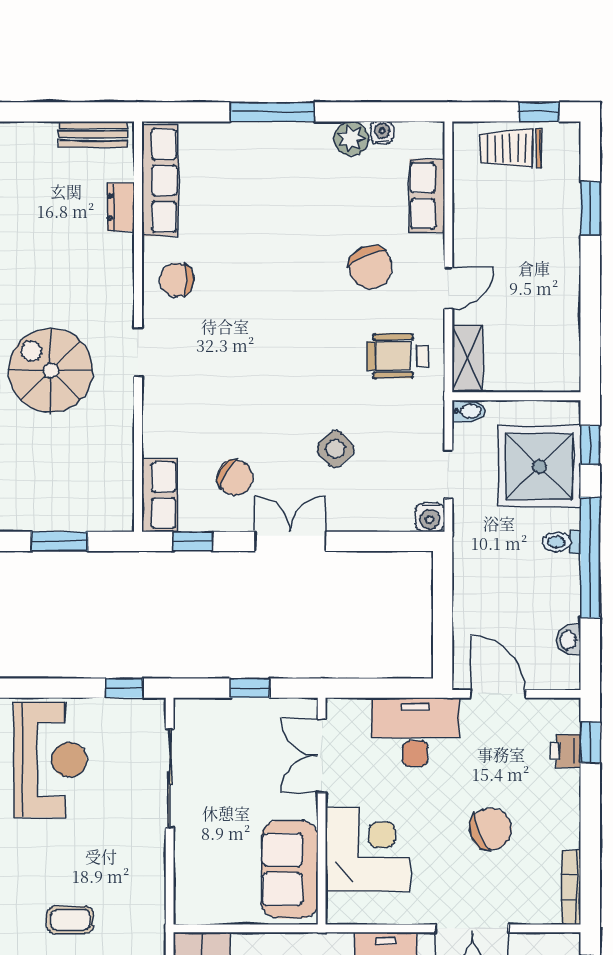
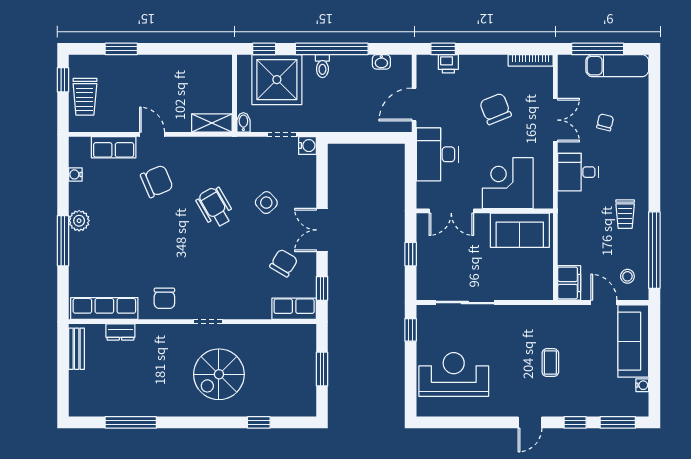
plant: (351, 138) -> (79, 221), moved
door: (448, 288) -> (152, 134), moved
wheelchair: (398, 356) -> (215, 207), moved, turned 150

